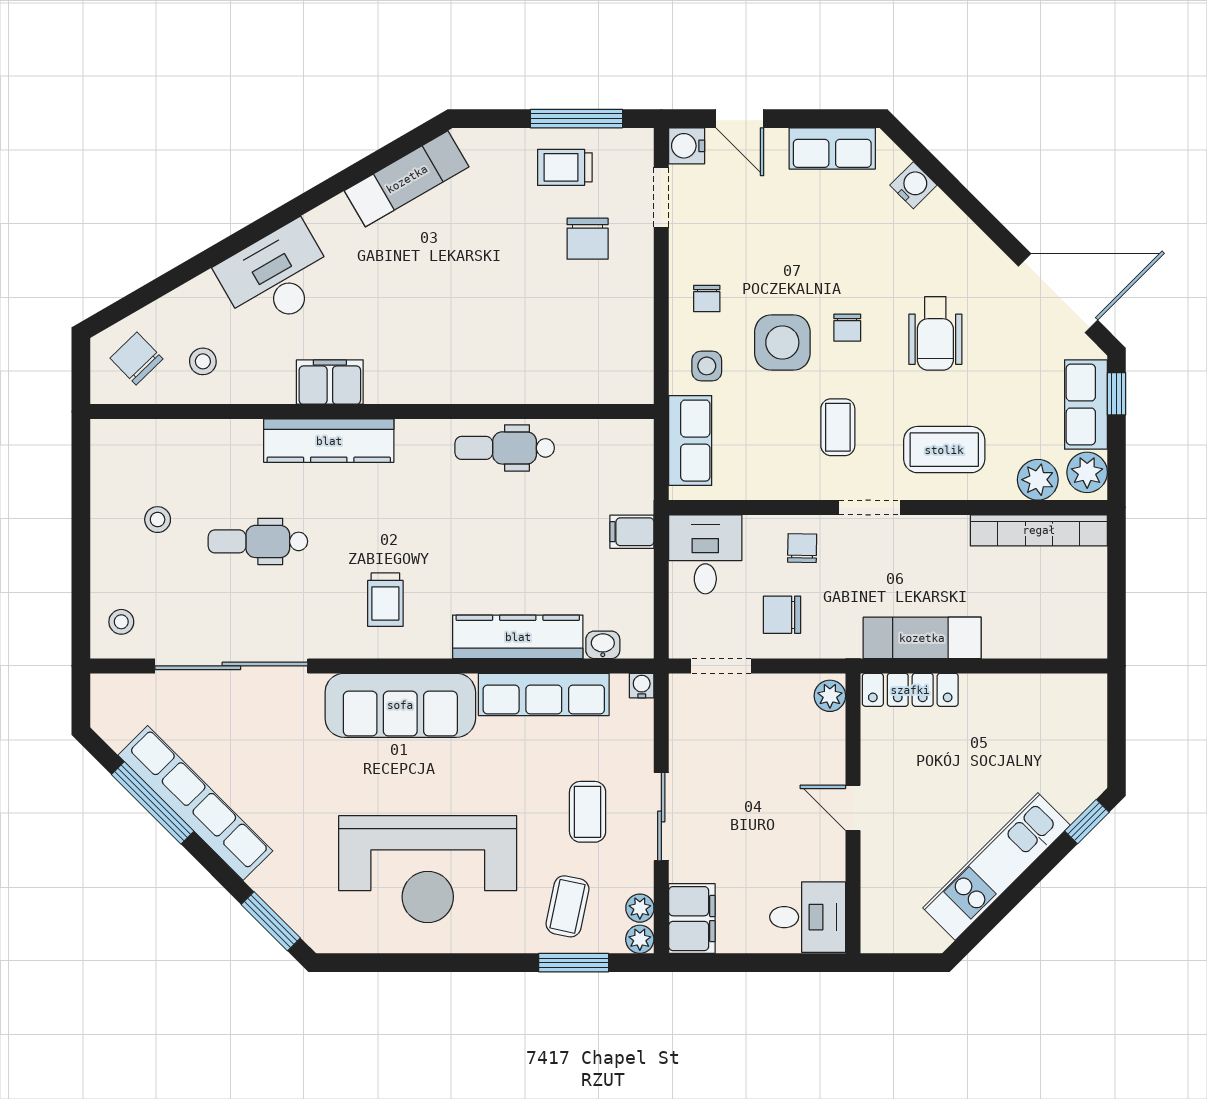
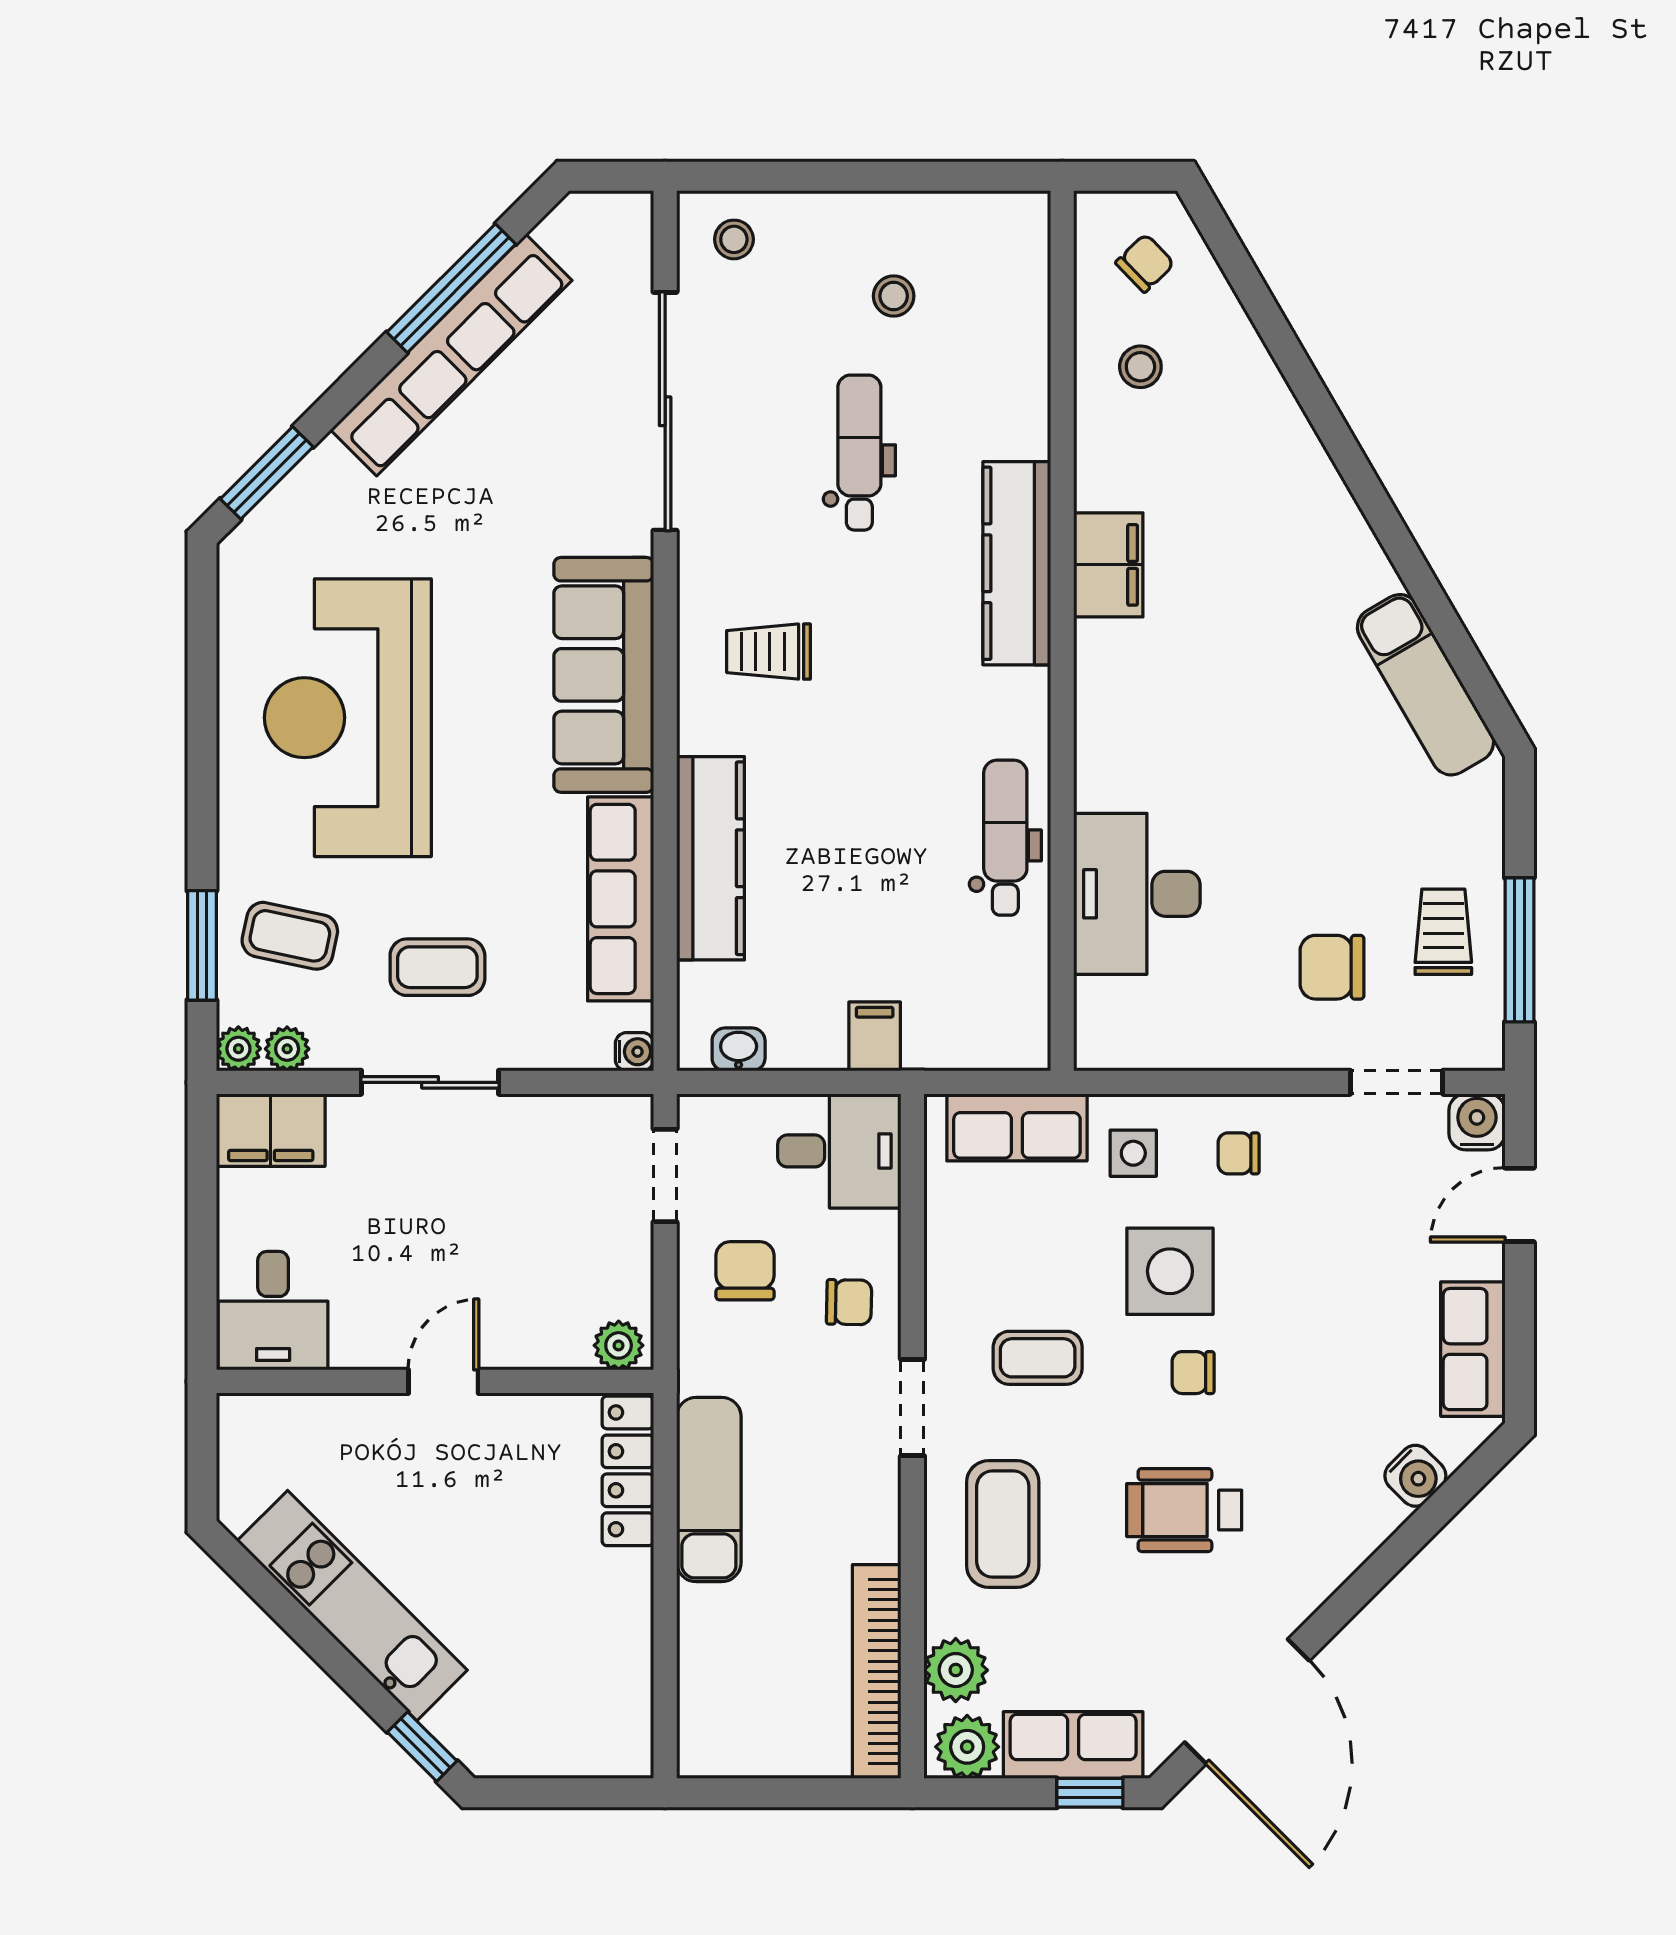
desk: (276, 277) -> (1137, 894), moved, turned -150
chair: (136, 359) -> (1145, 263), width x0.73, depth x0.73
washbasin: (603, 645) -> (739, 1049), moved, turned -90

